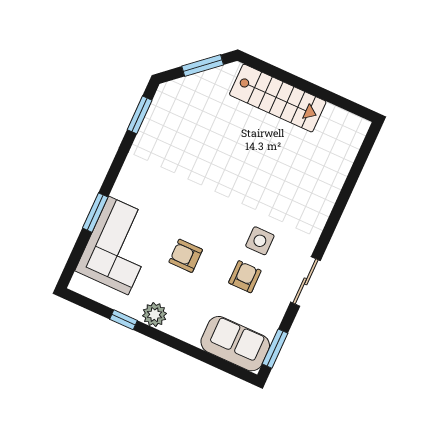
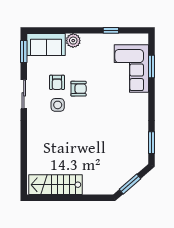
stairs: (278, 98) -> (56, 185), moved
window: (95, 213) -> (152, 66), moved
armchair: (186, 256) -> (79, 89), moved
plant: (155, 315) -> (73, 41), moved

